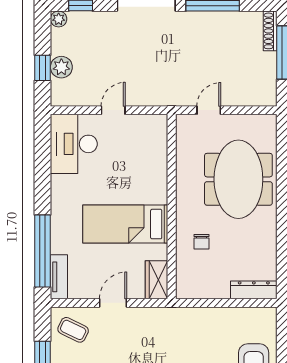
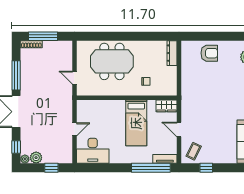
plant: (61, 67) -> (36, 158), moved
door: (113, 110) -> (74, 129), swing flipped

